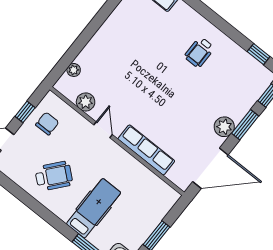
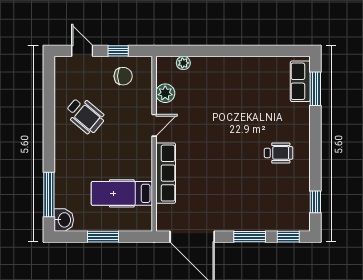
wheelchair: (199, 52) -> (279, 153), turned 180
plant: (224, 127) -> (235, 221), removed
hospital bed: (94, 208) -> (122, 193), moved, turned 180

